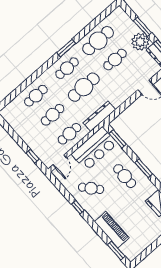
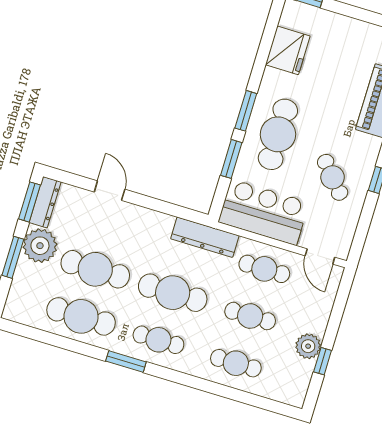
cafe table: (115, 60) -> (95, 269), width x1.37, depth x1.35
plant: (24, 132) -> (308, 346), added
window: (118, 139) -> (231, 159), moved
window: (33, 156) -> (323, 361), moved
door: (60, 161) -> (320, 256), swing flipped
cafe table: (125, 176) -> (278, 134), width x1.37, depth x1.35

